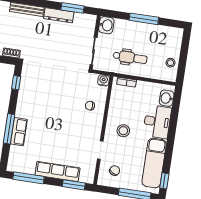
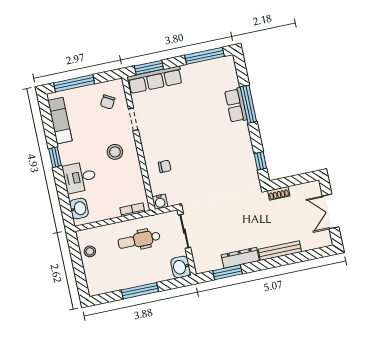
desk: (157, 122) -> (80, 177), width x0.73
exam couch: (154, 163) -> (60, 121), width x0.73, depth x0.69
row of seats: (58, 172) -> (155, 80), moved
window: (164, 181) -> (55, 157), moved

